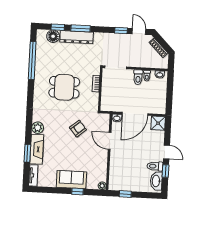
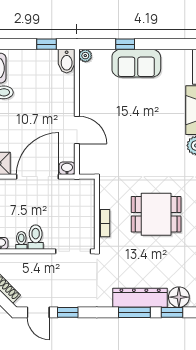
armchair: (78, 129) -> (130, 148), removed
bidet: (114, 183) -> (67, 61), added

